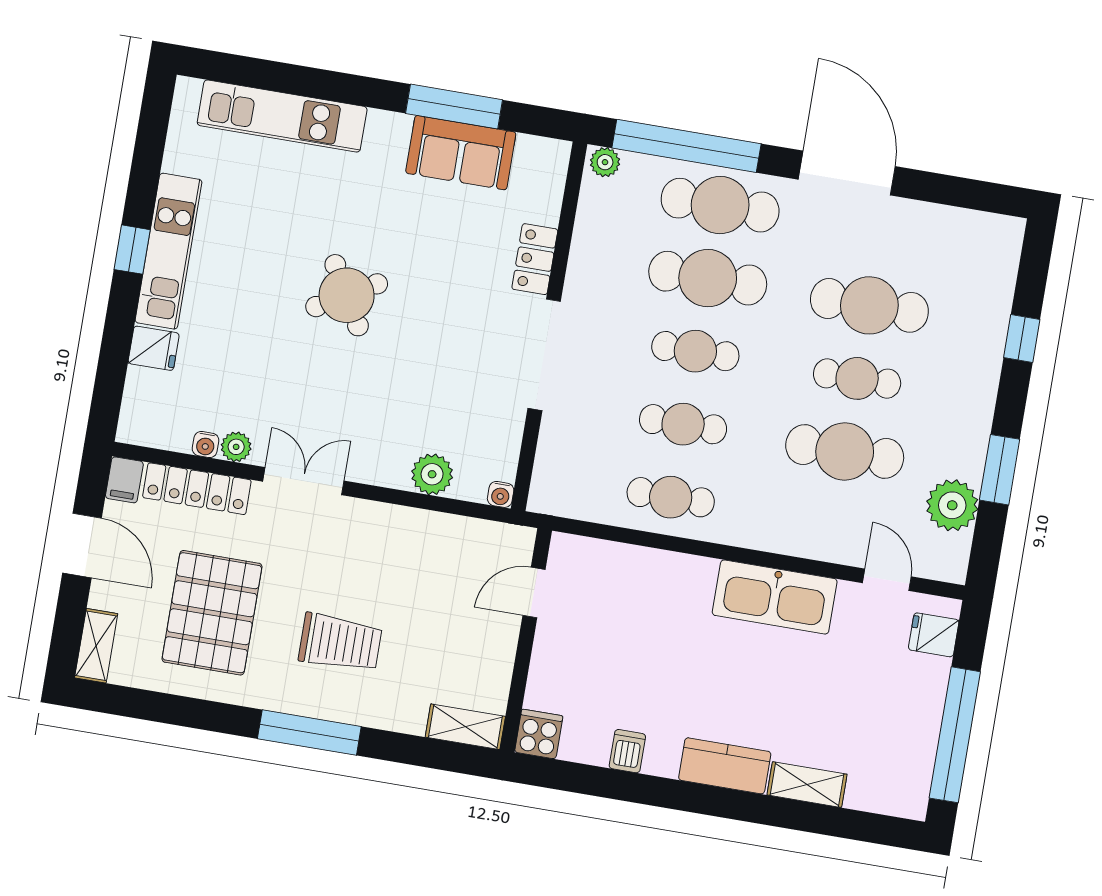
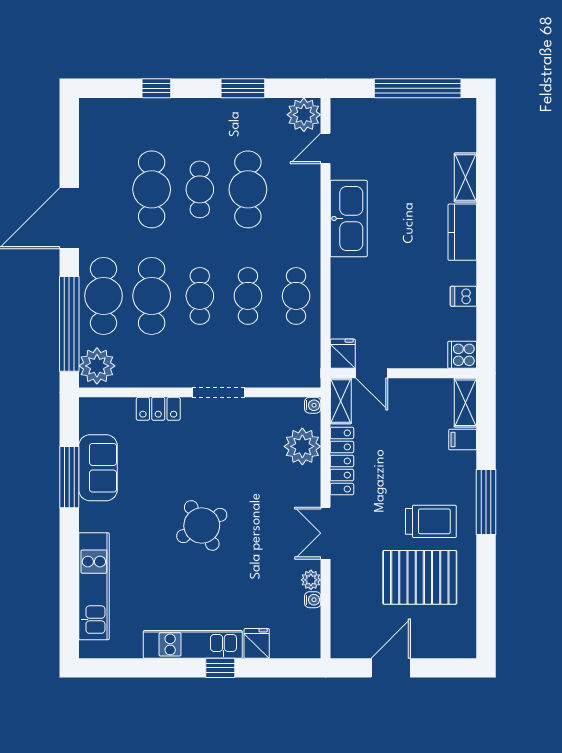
plant: (605, 162) -> (97, 366), width x1.87, depth x1.87
window: (132, 250) -> (220, 668), moved
doorway: (544, 355) -> (218, 392), width x0.73
plant: (432, 474) -> (302, 446), width x1.36, depth x1.36
filing cabinet: (124, 480) -> (463, 440), moved, turned 180
locker: (197, 489) -> (342, 461), moved
plant: (952, 505) -> (304, 115), moved
fridge: (934, 635) -> (343, 354), moved, turned 180
trolley: (340, 643) -> (431, 521), moved, turned 90
shelving: (96, 646) -> (341, 401), moved, turned 90

